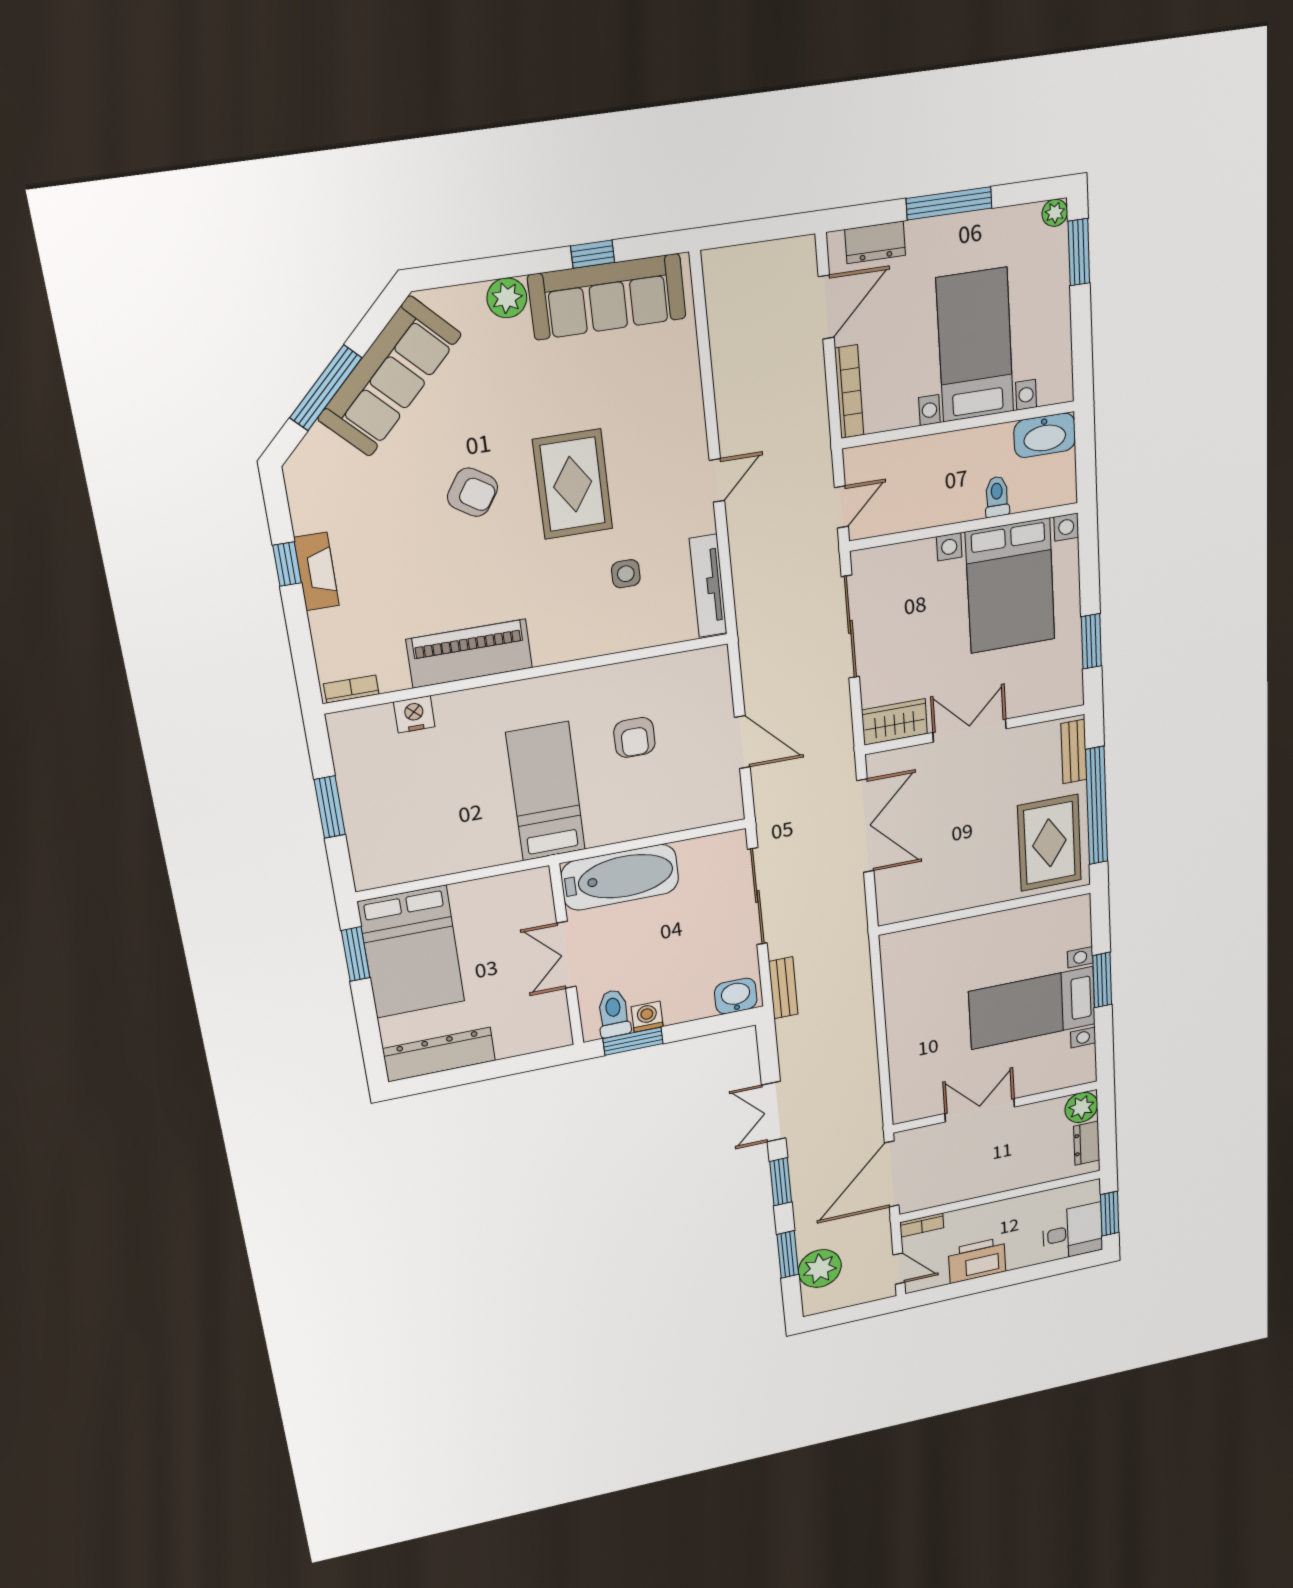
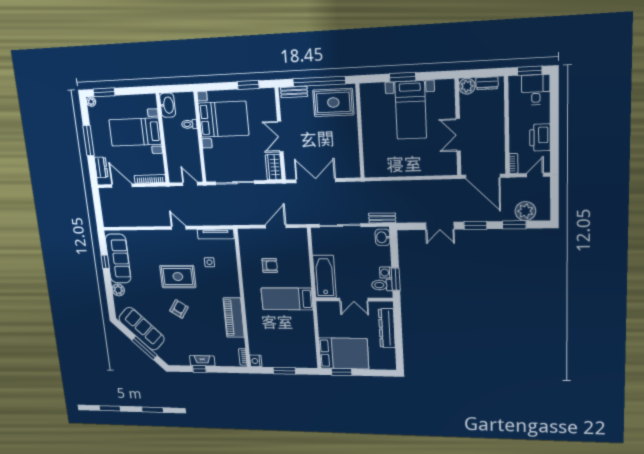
nightstand: (414, 714) -> (256, 361), moved
dresser: (439, 1054) -> (387, 328), moved

